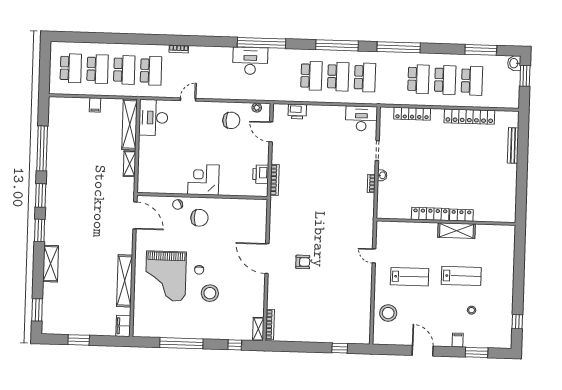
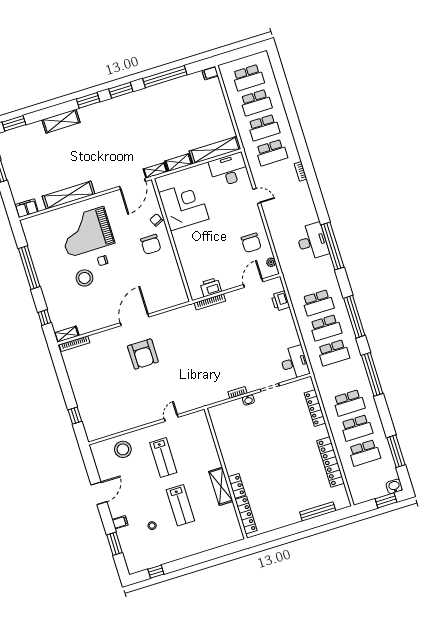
filing cabinet: (95, 105) -> (210, 73), moved
corner desk: (203, 180) -> (184, 206), moved, width x1.36, depth x1.36
shelving: (129, 189) -> (155, 170), added
locker: (430, 214) -> (246, 515), moved
armchair: (303, 262) -> (143, 354), width x1.88, depth x1.88

